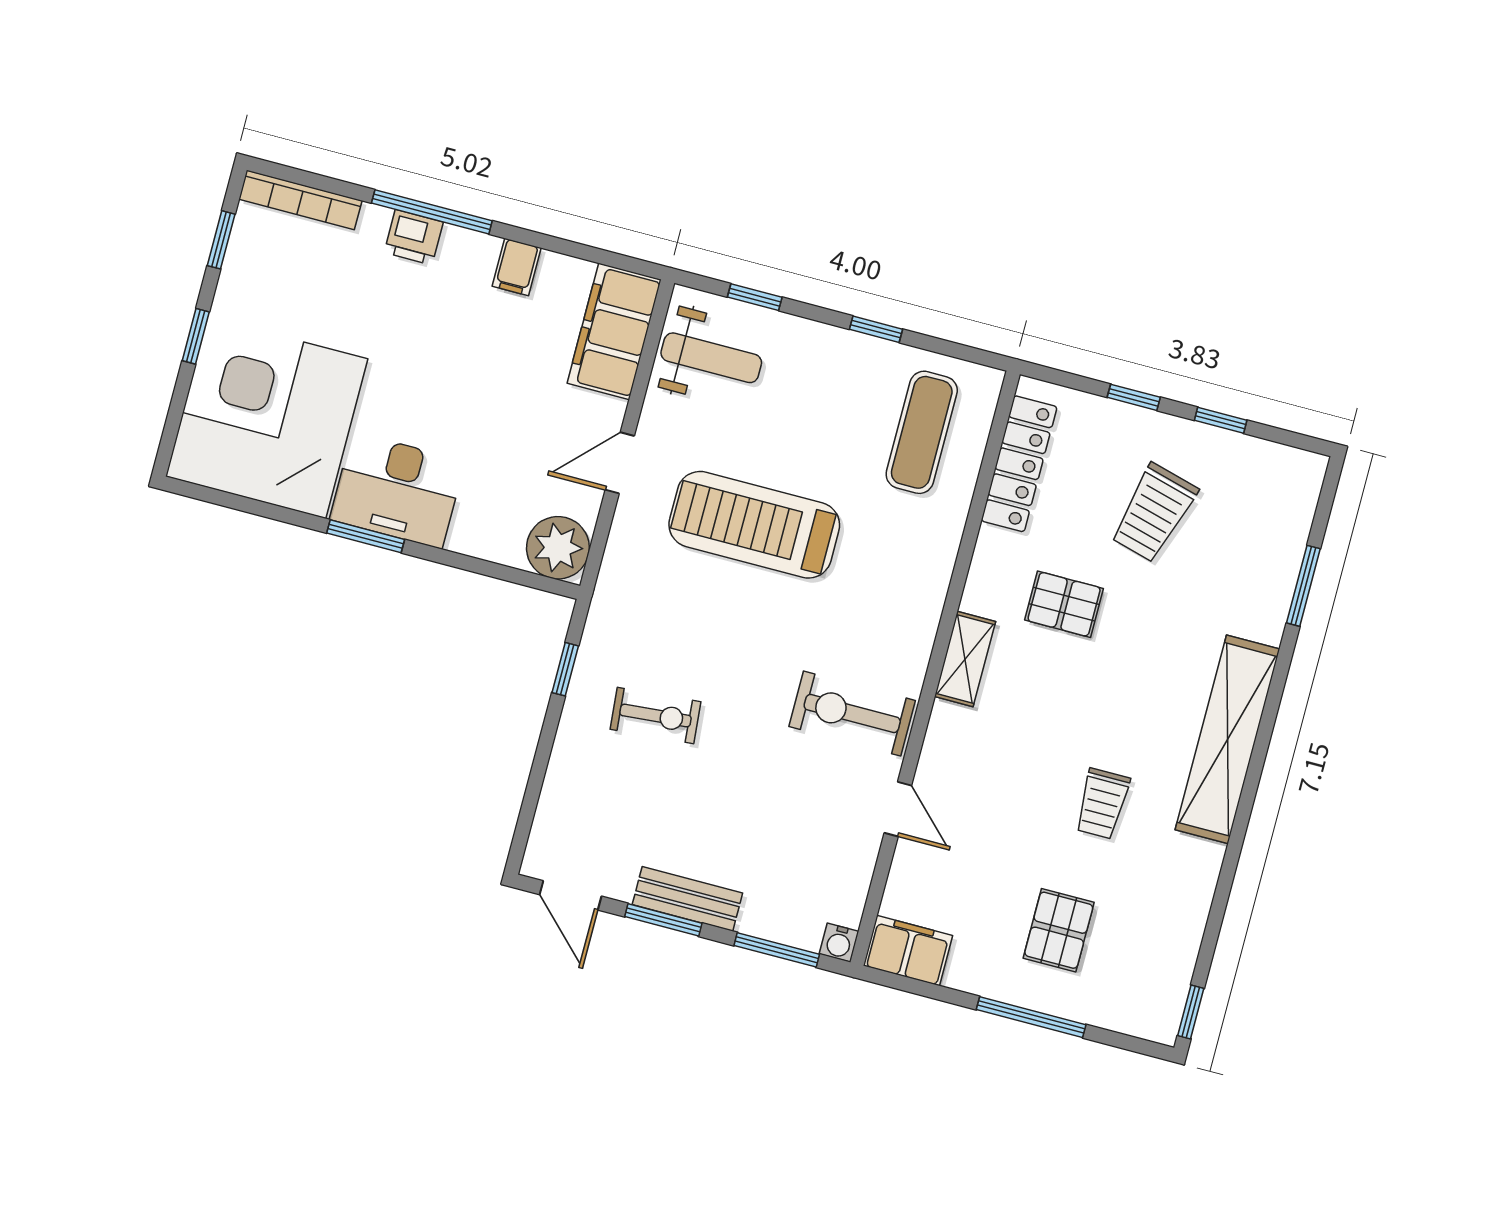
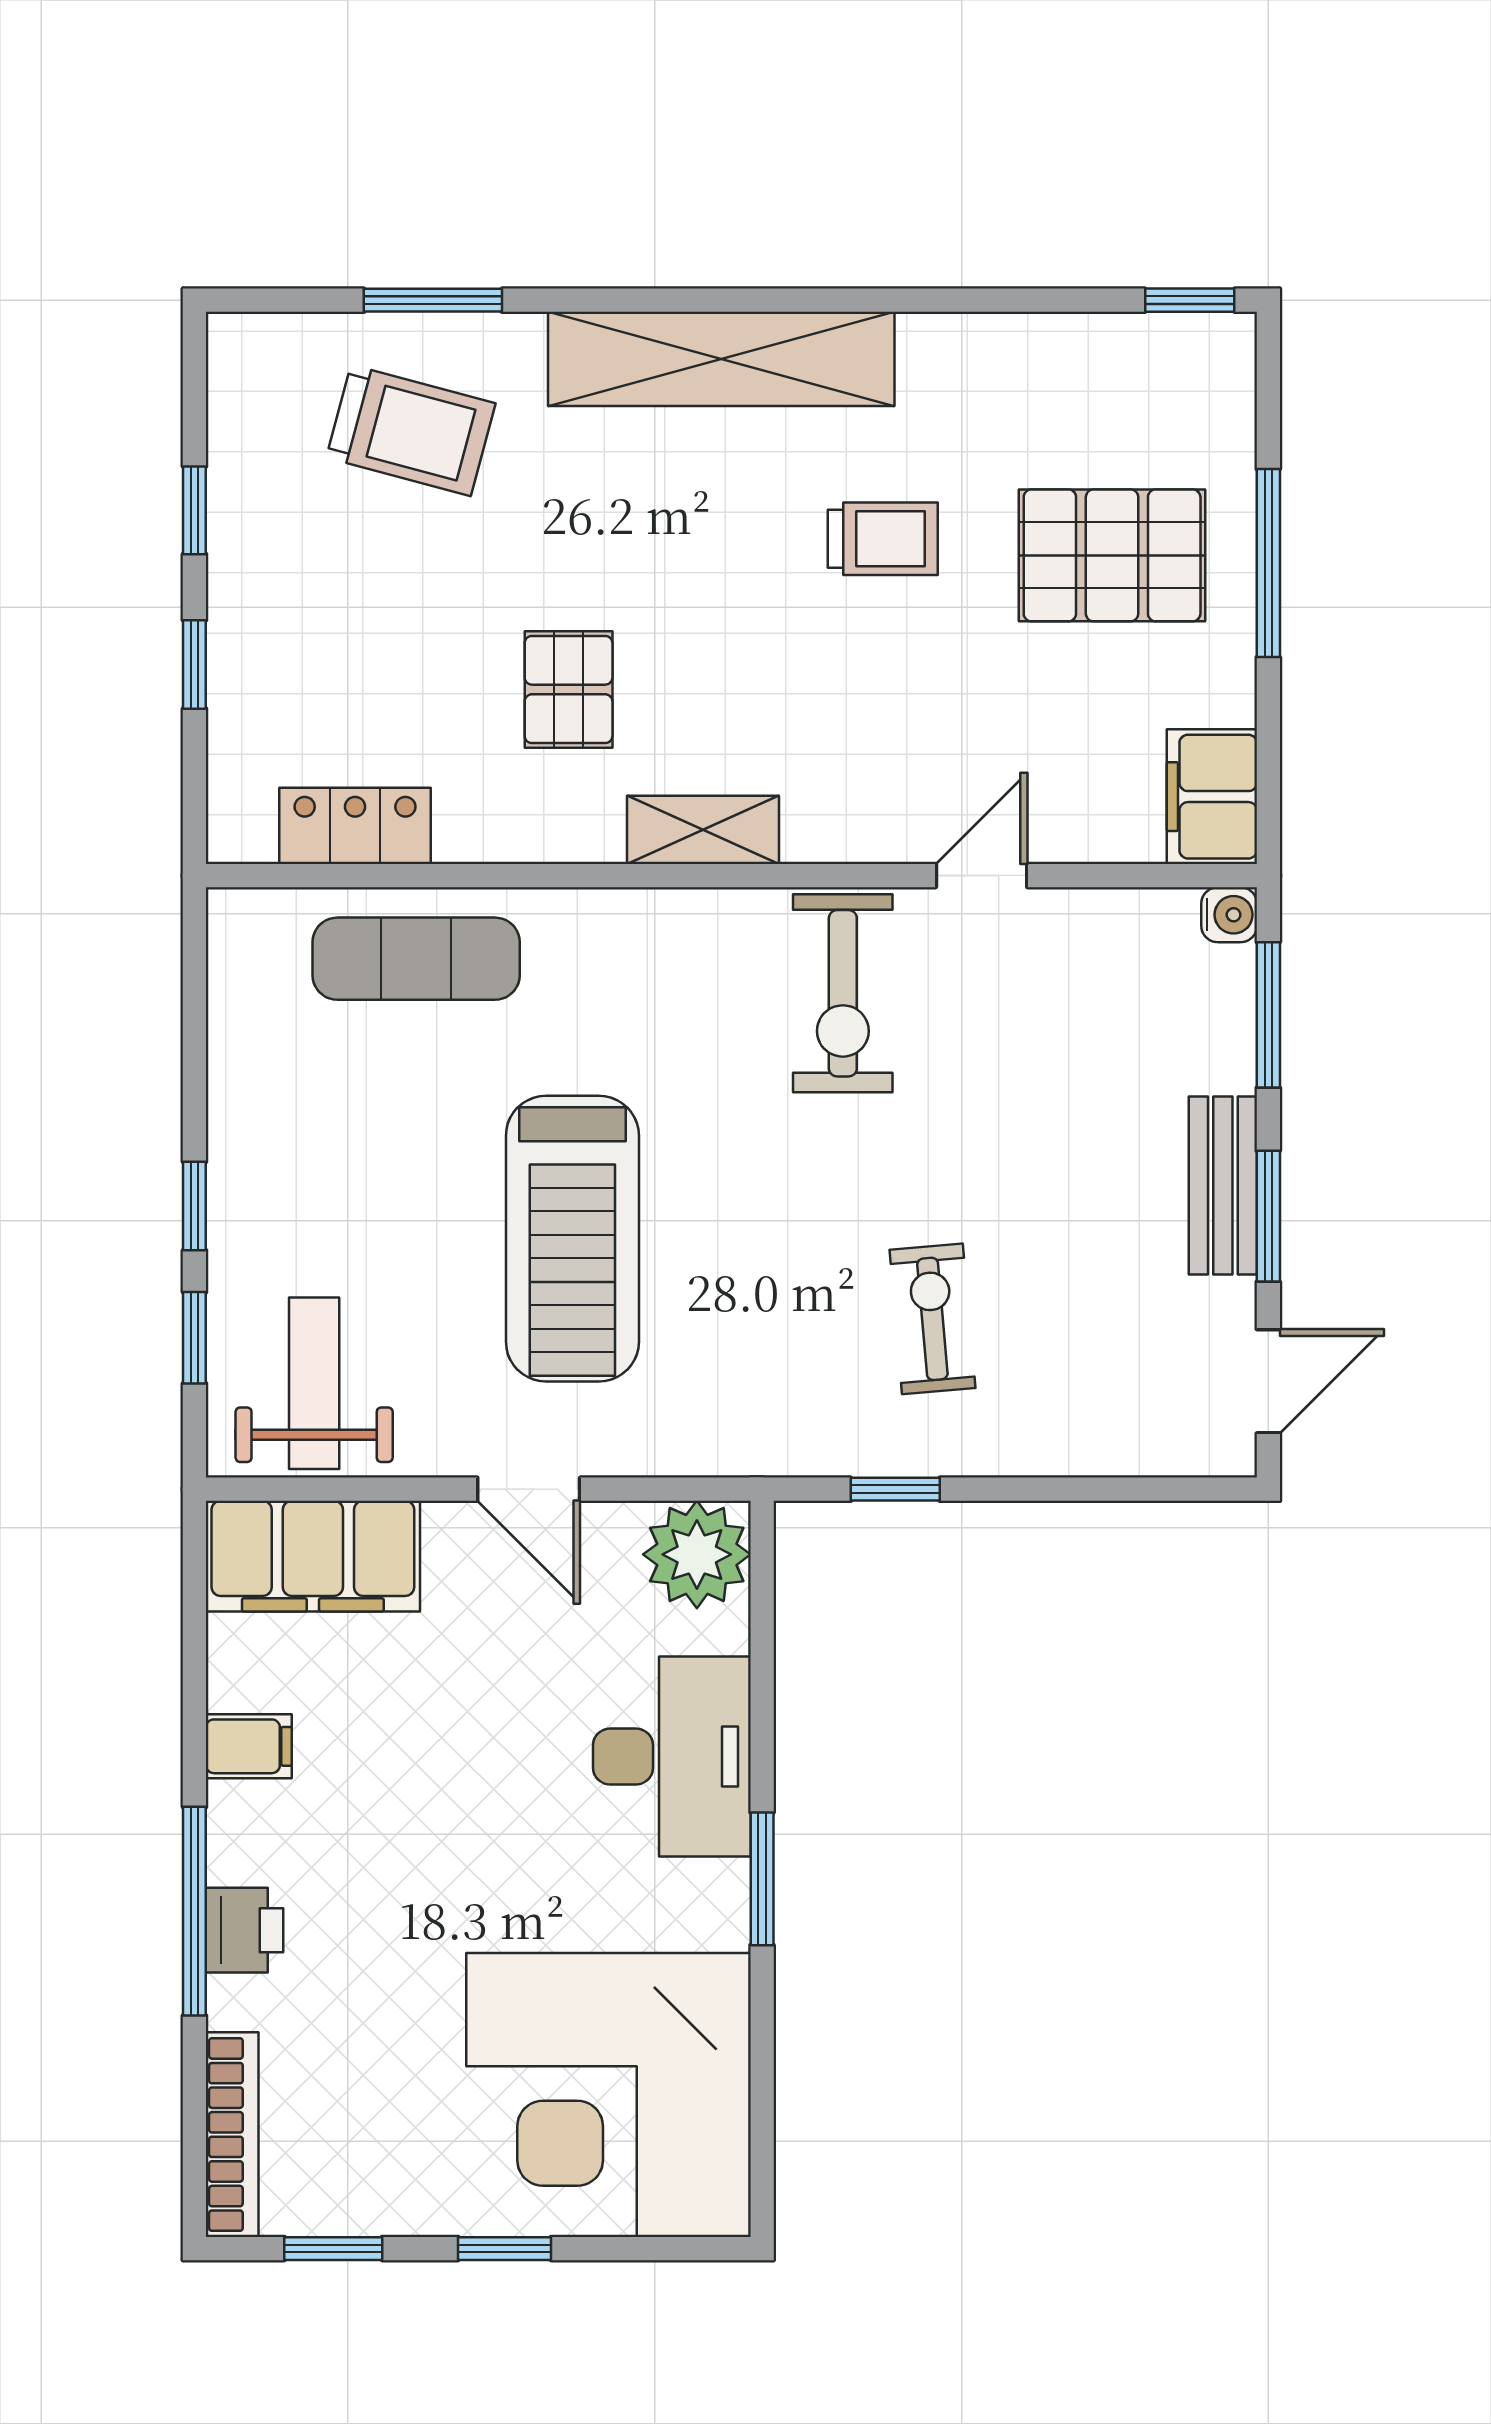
window: (876, 329) -> (194, 1206), moved
exercise mat: (922, 432) -> (416, 959), moved
locker: (1019, 464) -> (355, 826), width x0.66
desk: (397, 490) -> (672, 1757), moved
trolley: (1154, 513) -> (411, 430), moved
pallet: (1059, 930) -> (1112, 555), width x1.50, depth x1.42

